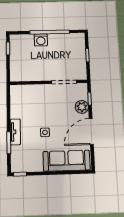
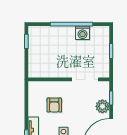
washing machine: (41, 40) -> (83, 33), moved
armchair: (35, 107) -> (54, 105), added

